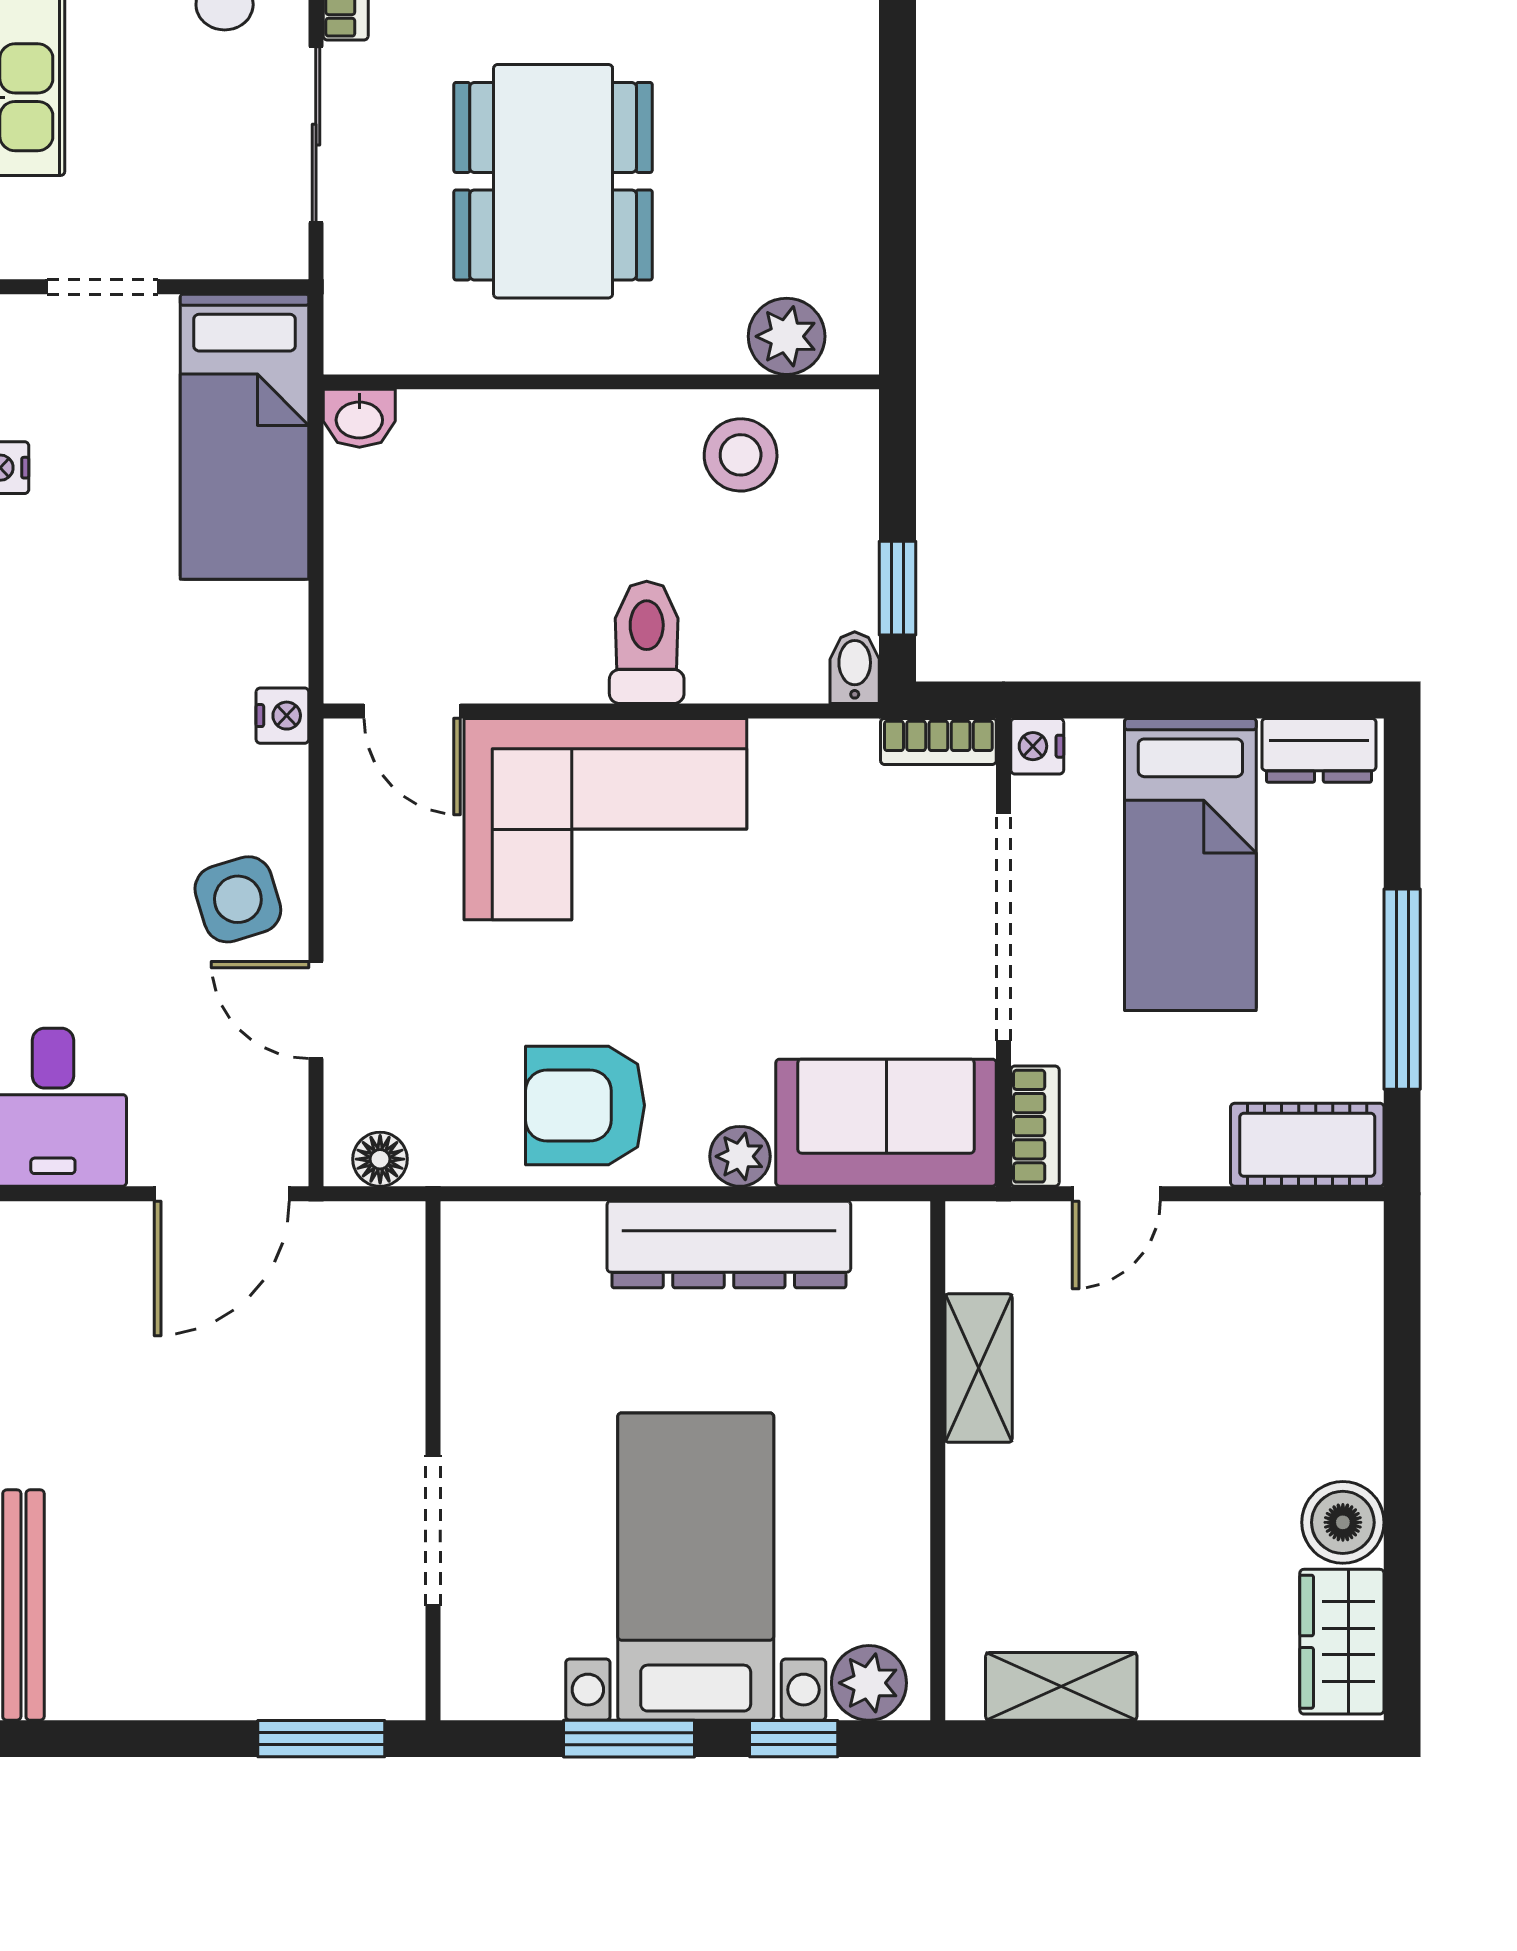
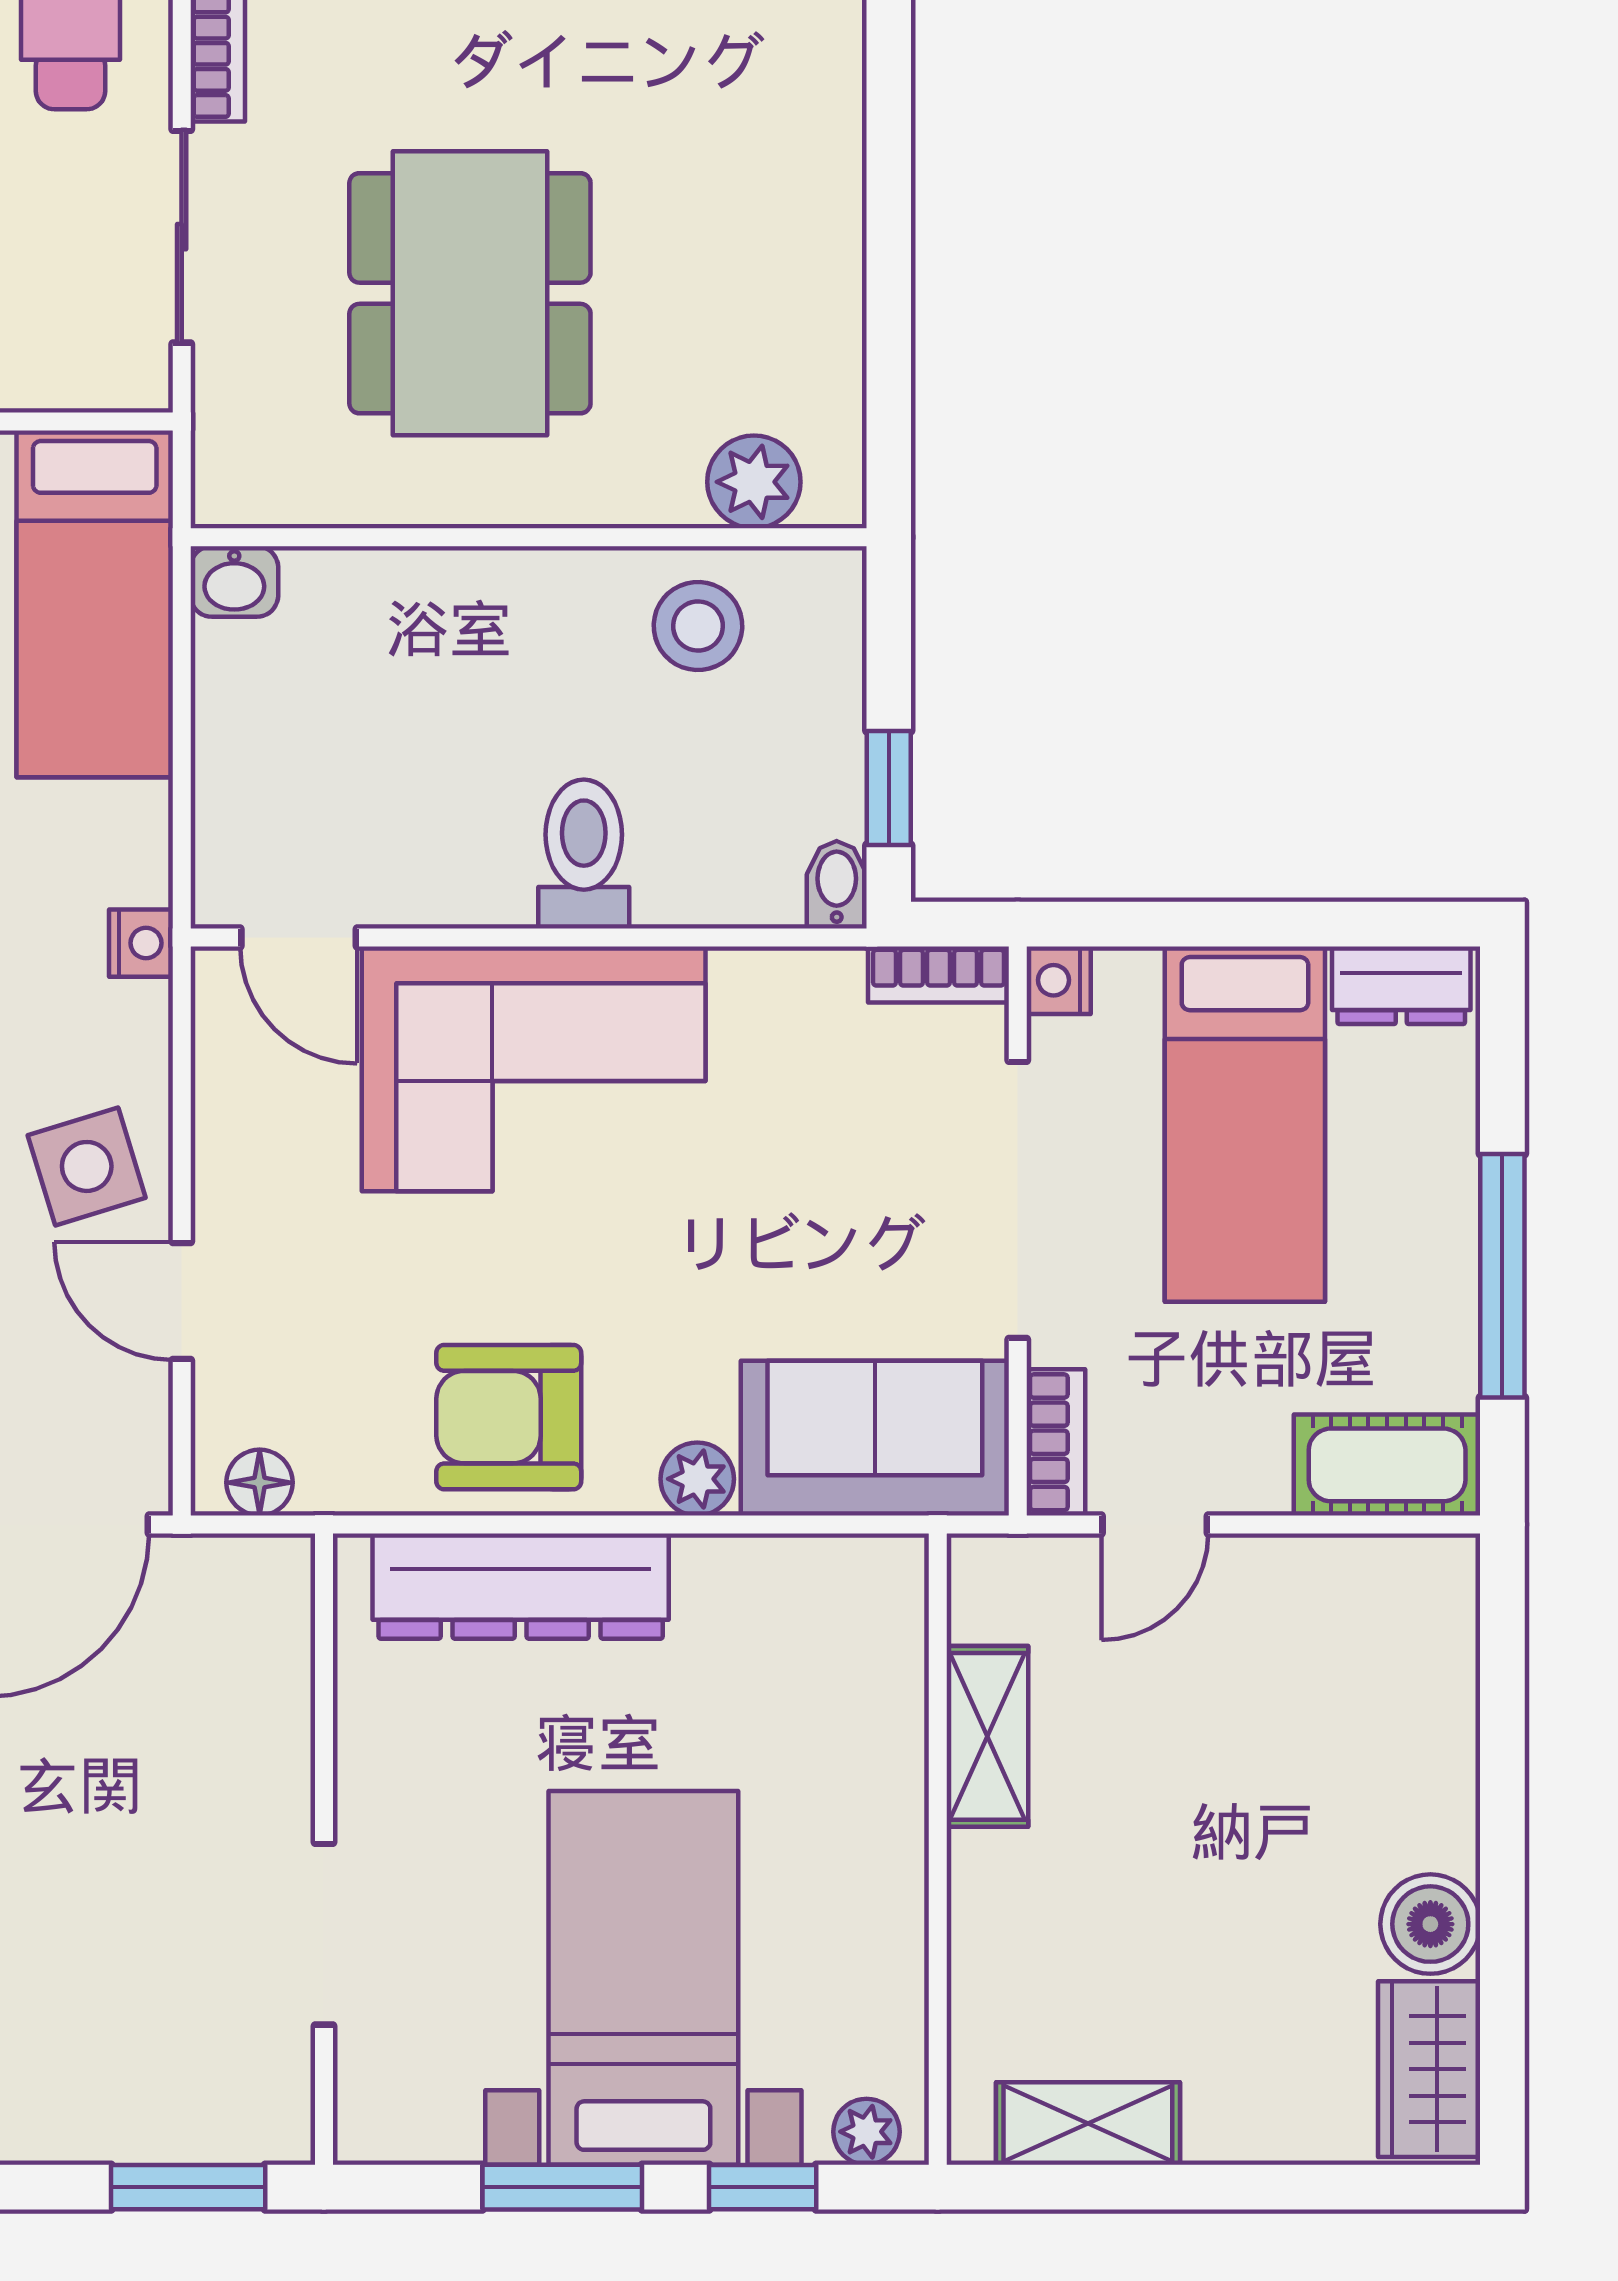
dresser: (729, 1244) -> (521, 1586), moved
plant: (869, 1683) -> (867, 2132), width x0.73, depth x0.73

